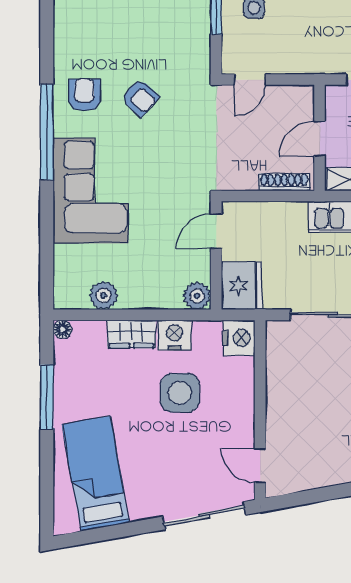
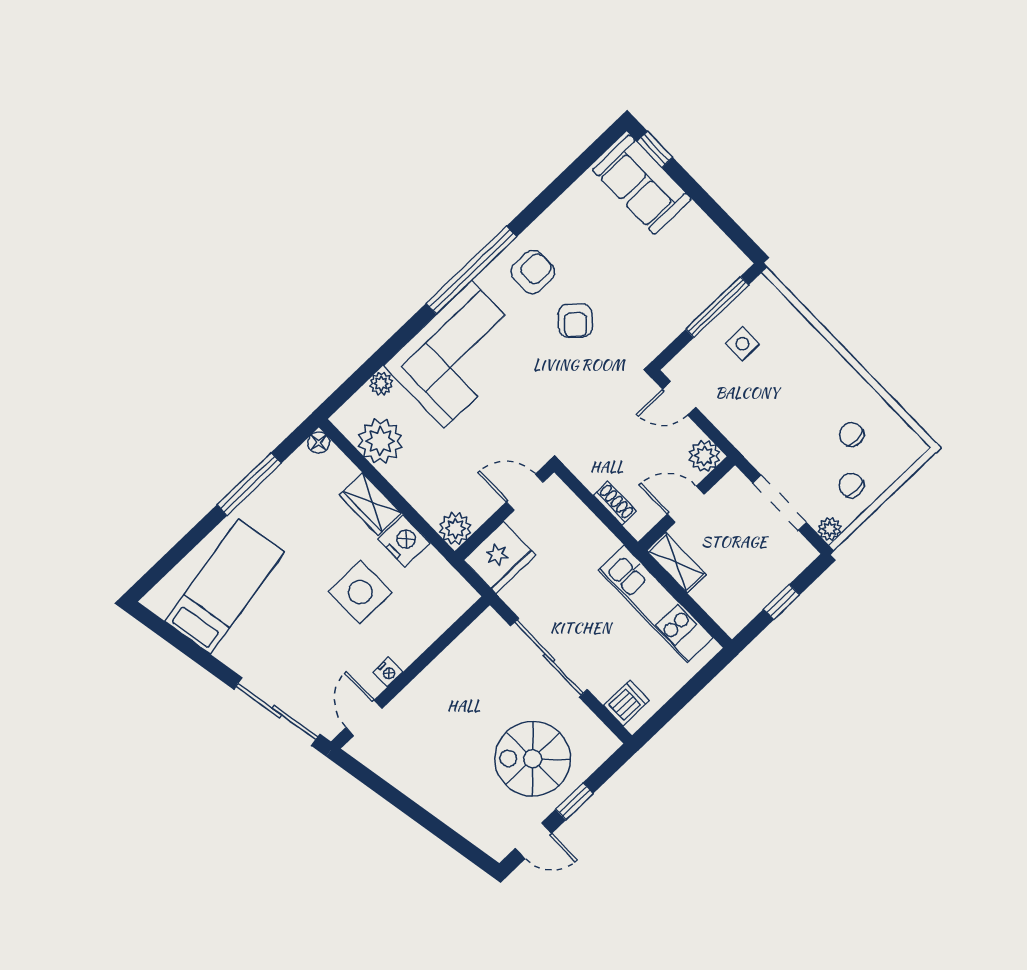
plant: (301, 98) -> (704, 456), added
shoe rack: (284, 182) -> (615, 503), width x0.70
plant: (63, 255) -> (381, 384), added
plant: (104, 295) -> (380, 441), width x1.36, depth x1.36
nightstand: (239, 338) -> (388, 672), moved, width x0.53, depth x0.56

